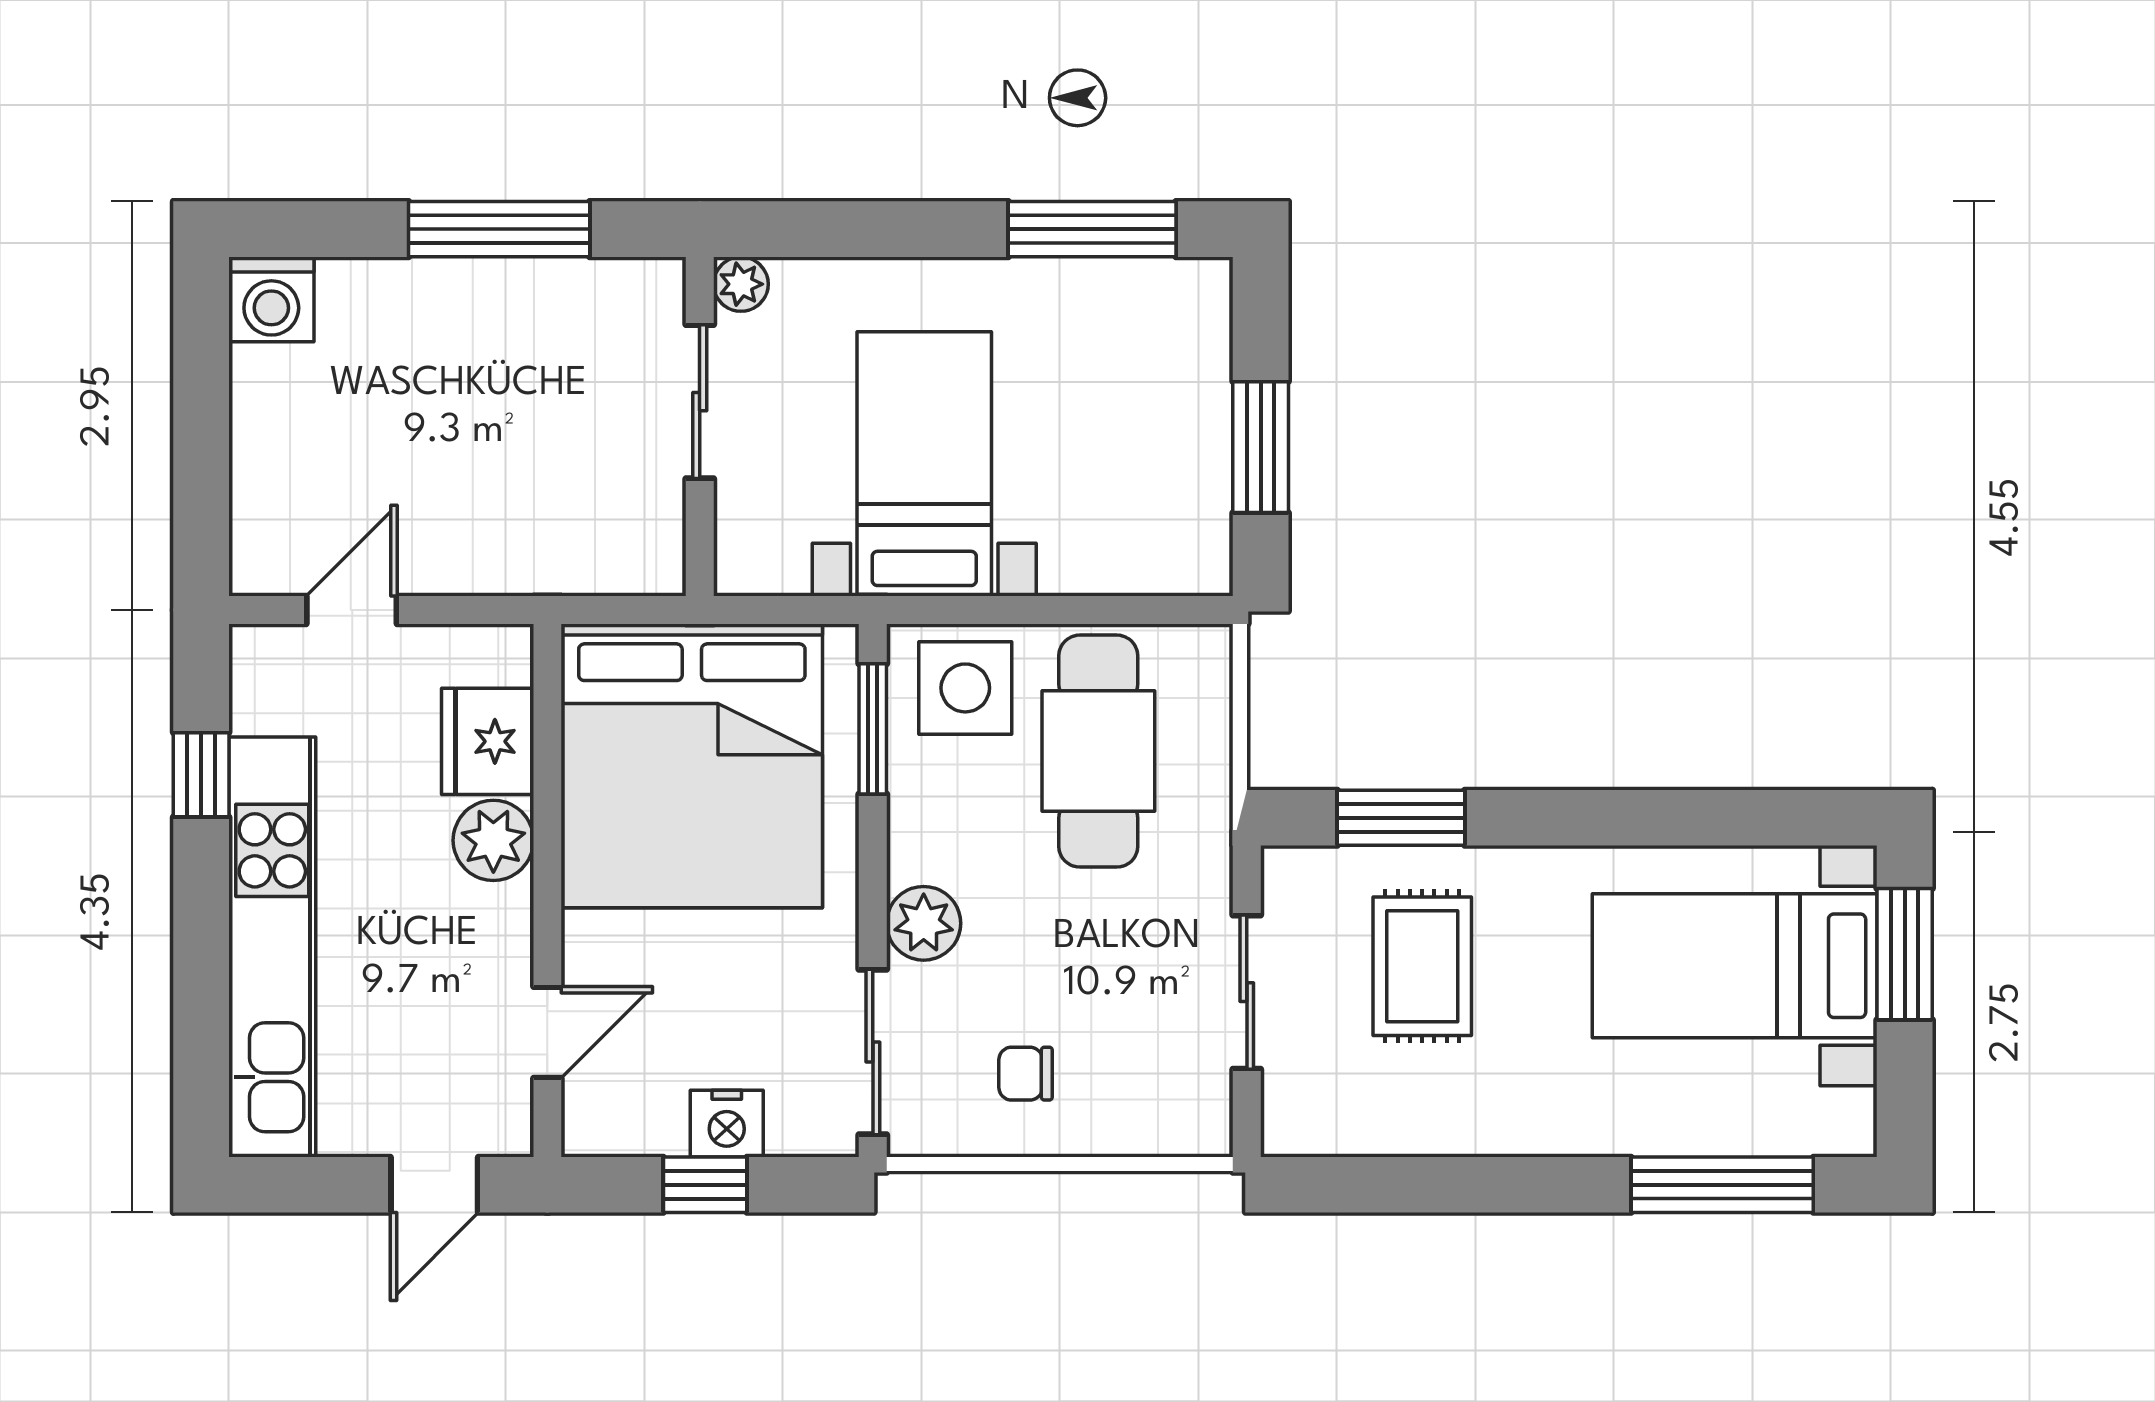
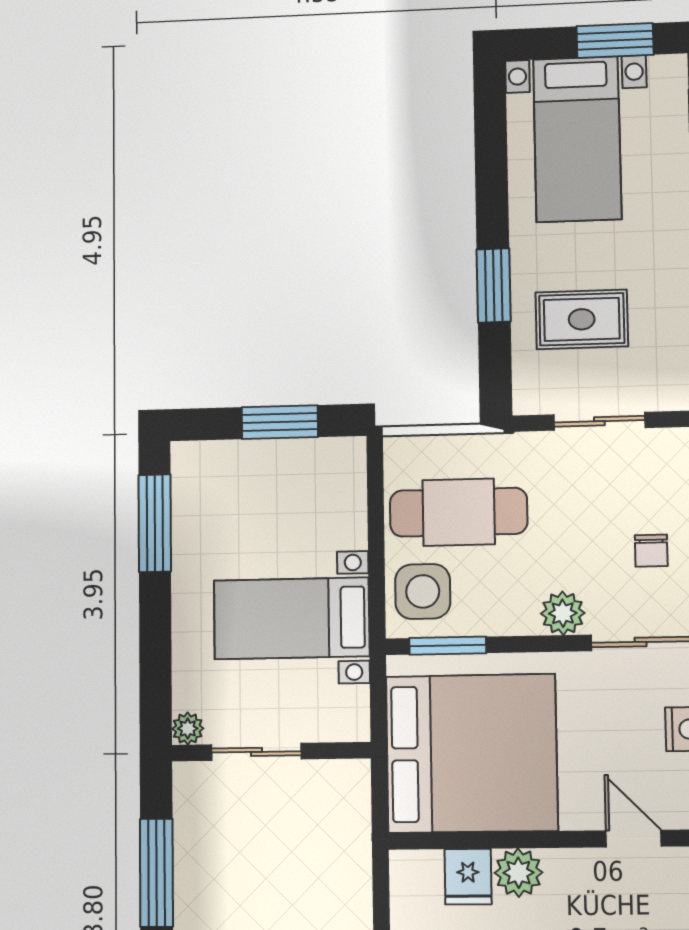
fridge: (488, 741) -> (468, 877), width x0.72
window: (1401, 818) -> (494, 285), moved
window: (1905, 954) -> (615, 40), moved

